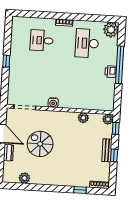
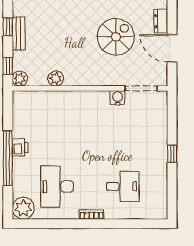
desk: (87, 43) -> (57, 186), turned 180
water cooler: (53, 103) -> (118, 98), moved
spiral stairs: (40, 144) -> (116, 37), turned -90

